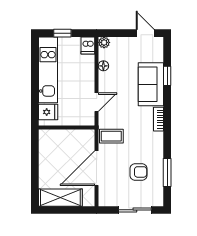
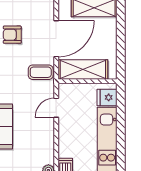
floor lamp: (103, 66) -> (49, 146), removed
shelving: (71, 139) -> (83, 69), added

